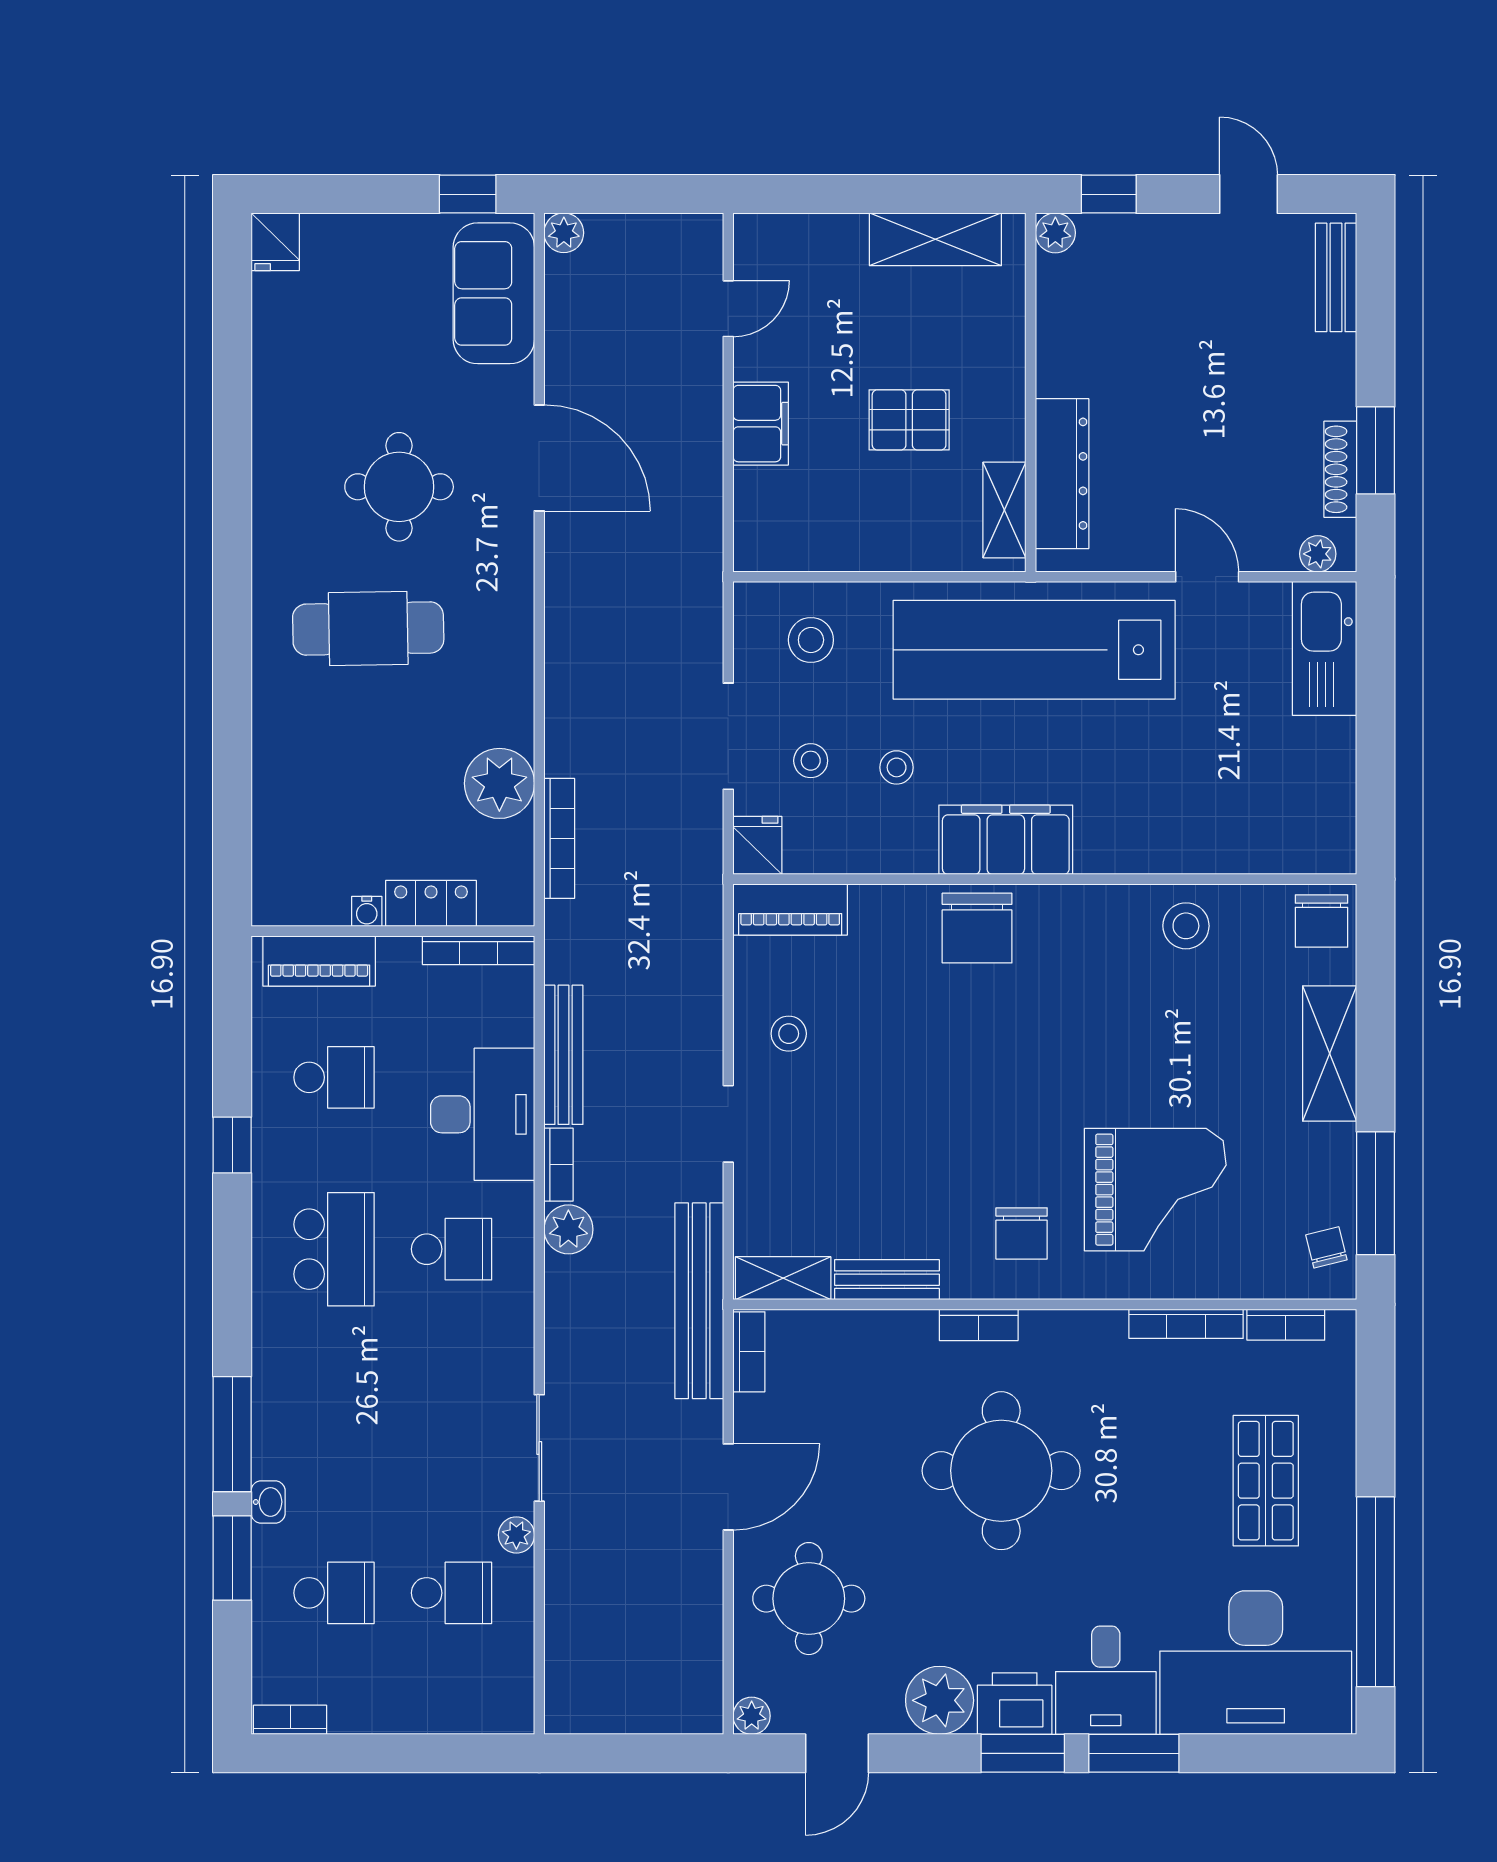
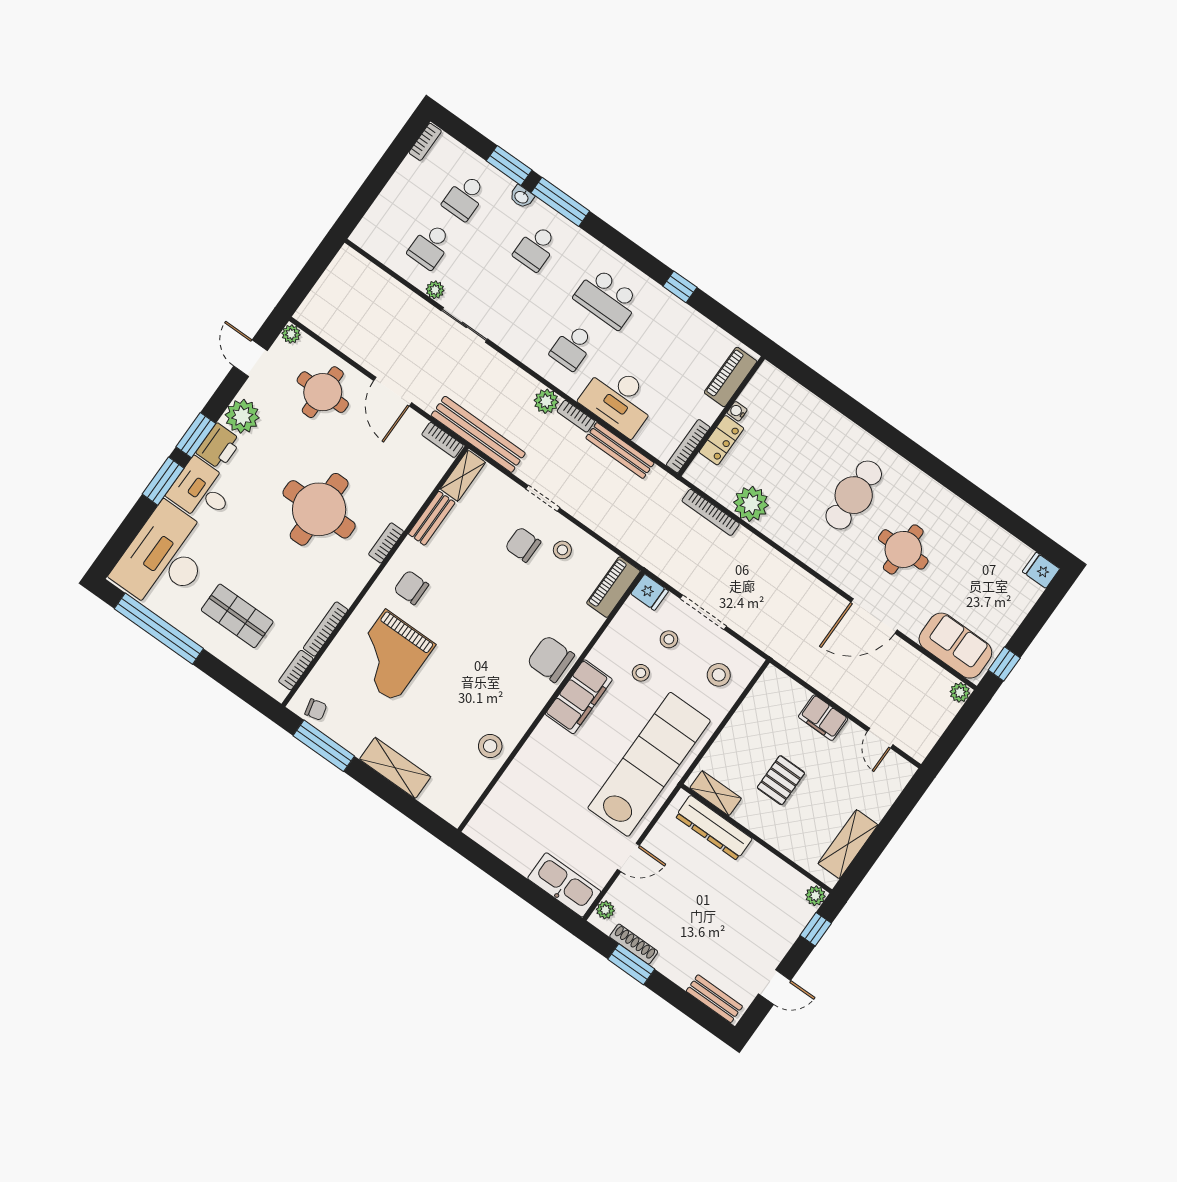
chair: (1322, 921) -> (523, 545), moved
school desk: (334, 1077) -> (536, 248), moved

